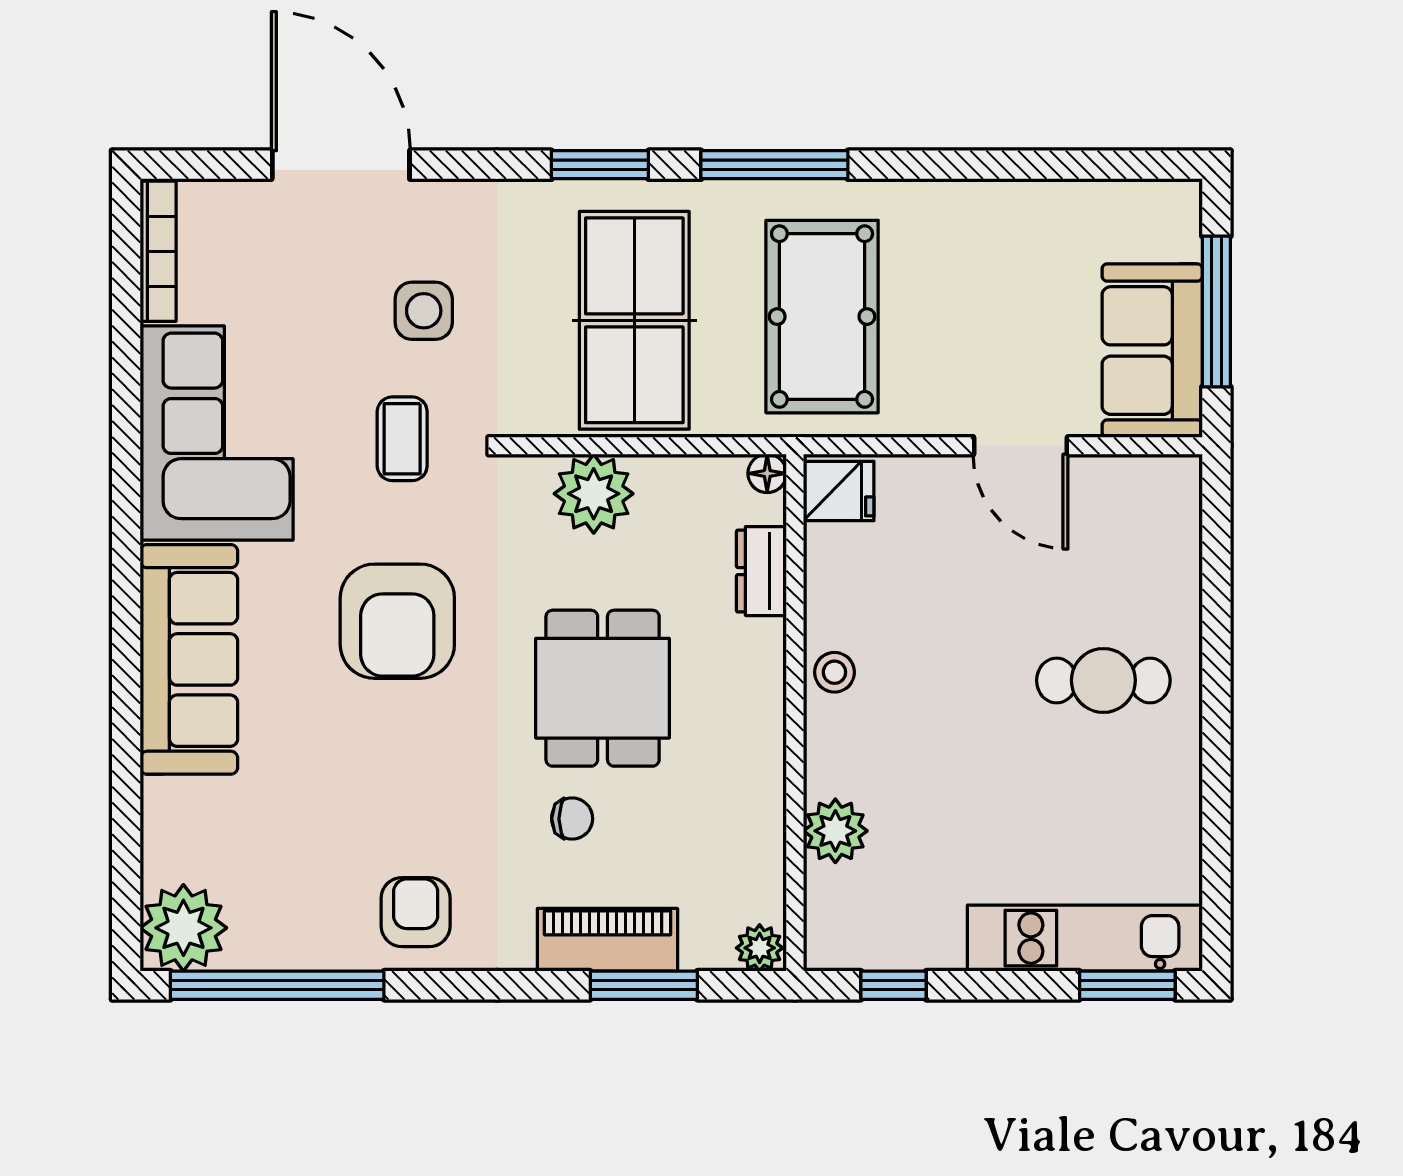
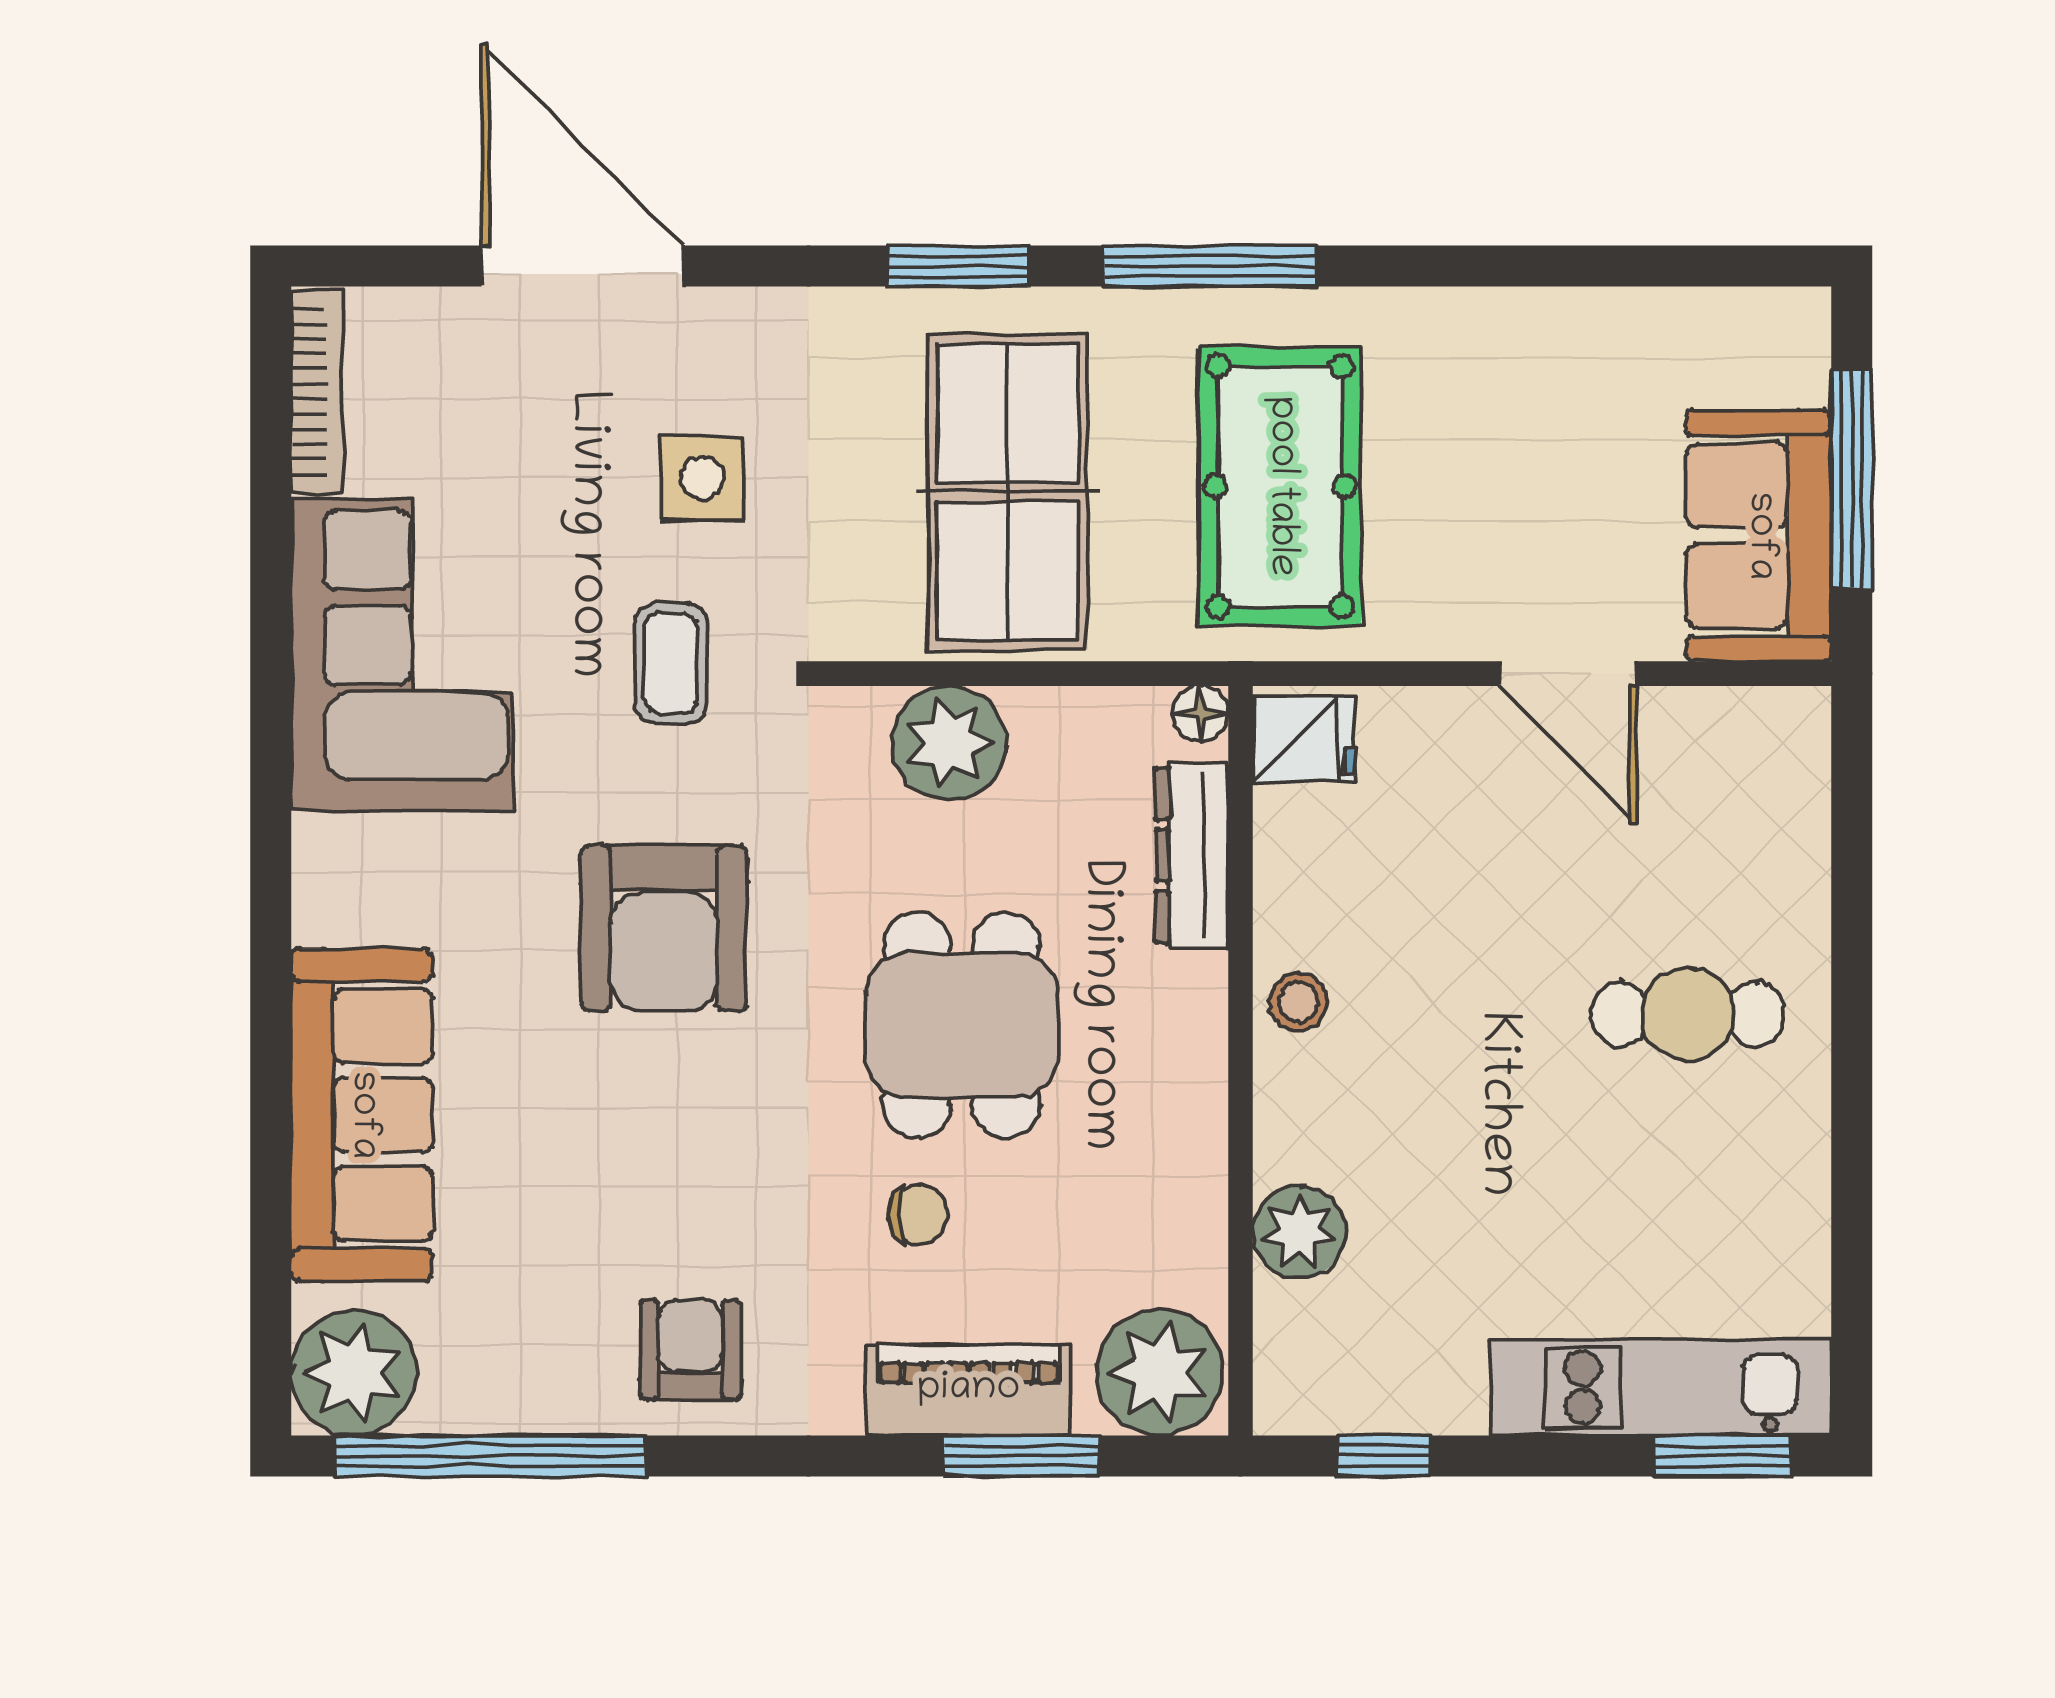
dresser: (761, 571) -> (1192, 855), width x1.44
sofa: (189, 659) -> (362, 1115), moved
plant: (760, 948) -> (1160, 1372), width x1.88, depth x1.88

